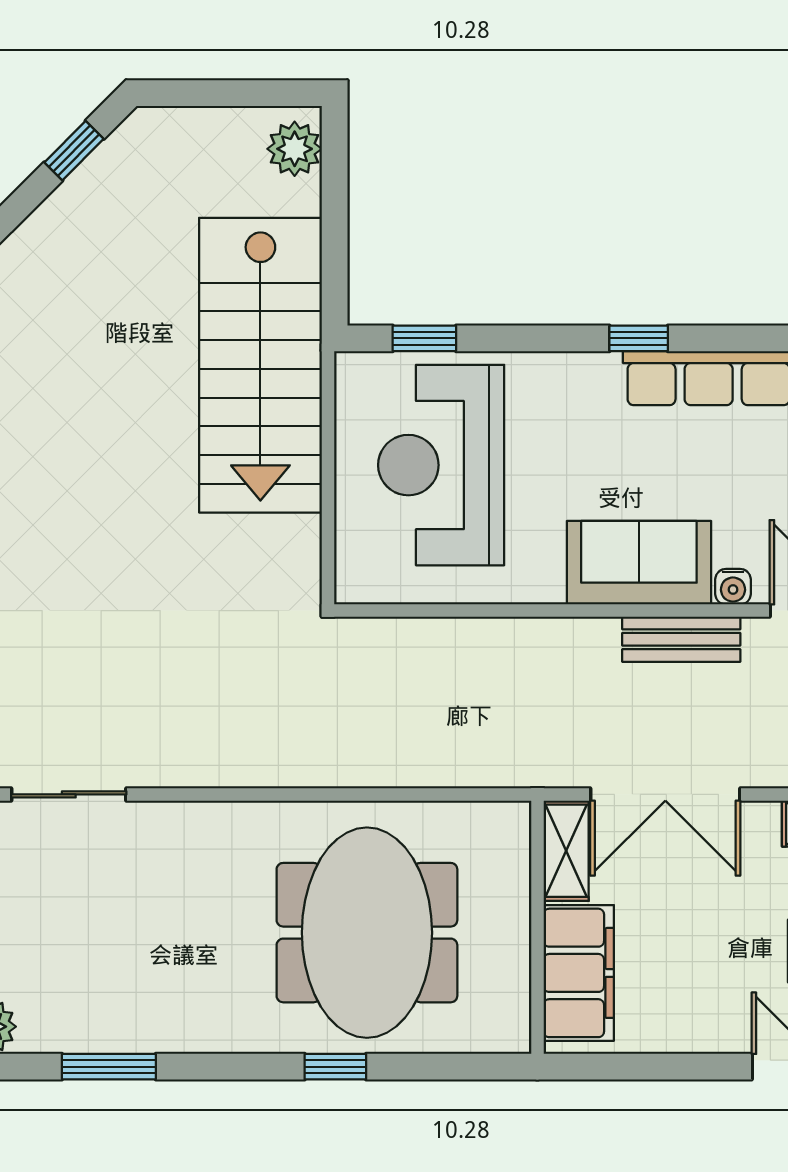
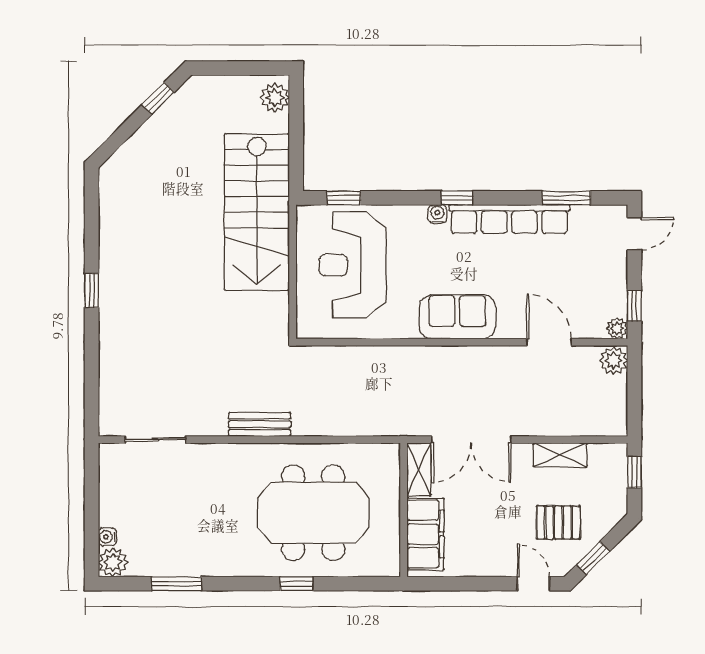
water cooler: (733, 587) -> (437, 214), moved, turned 180
bench: (681, 639) -> (260, 424), moved
meeting table: (367, 933) -> (313, 513), turned 90

